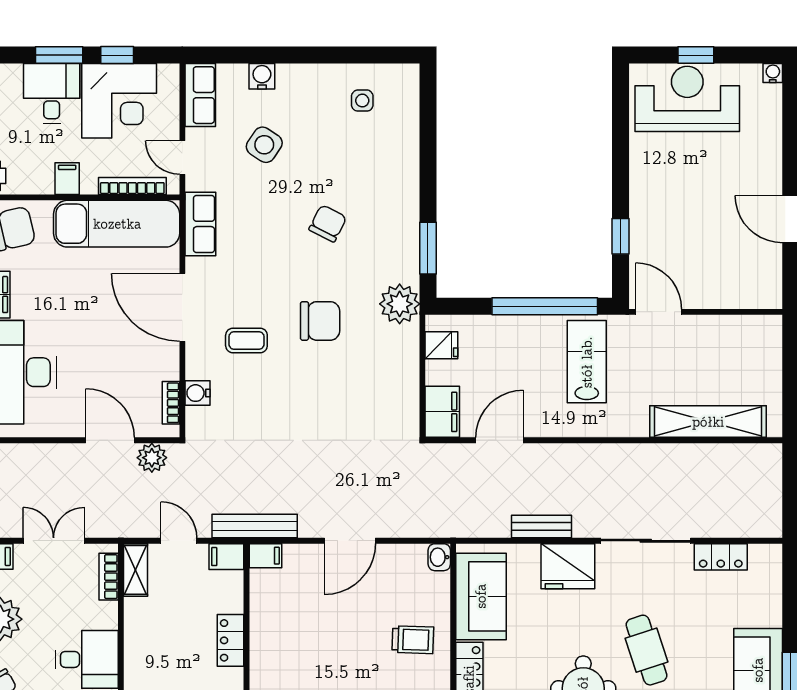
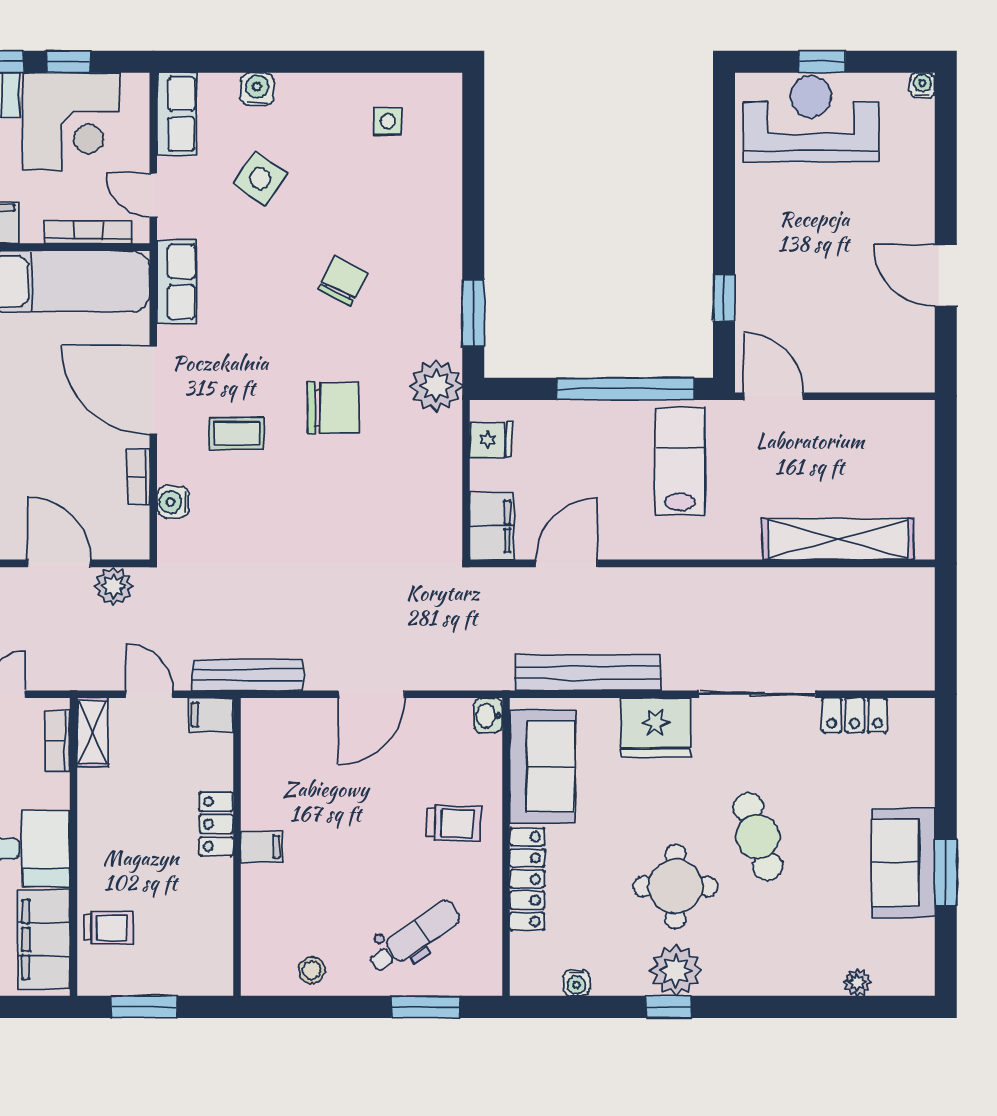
bookcase: (171, 403) -> (139, 477), moved
bench: (542, 527) -> (588, 673), width x1.86, depth x1.21
filing cabinet: (265, 556) -> (262, 847), moved

